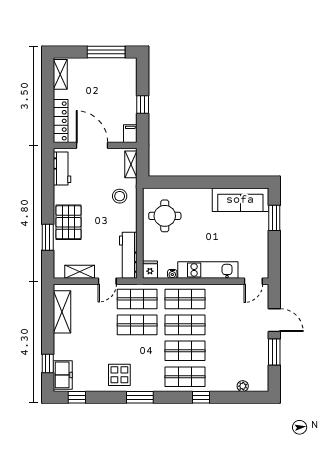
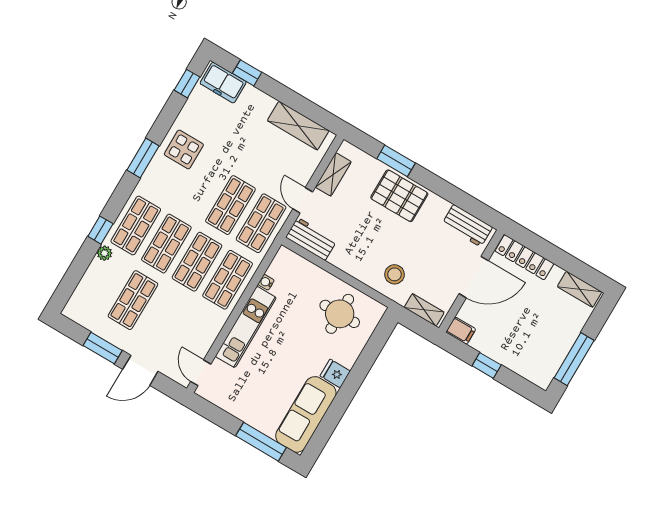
window: (274, 218) -> (261, 442), width x1.44
workbench: (128, 255) -> (311, 239), width x0.73
fridge: (150, 270) -> (335, 373), moved, turned 180
shop shelf: (233, 351) -> (133, 300), added
plant: (243, 386) -> (105, 253), moved

